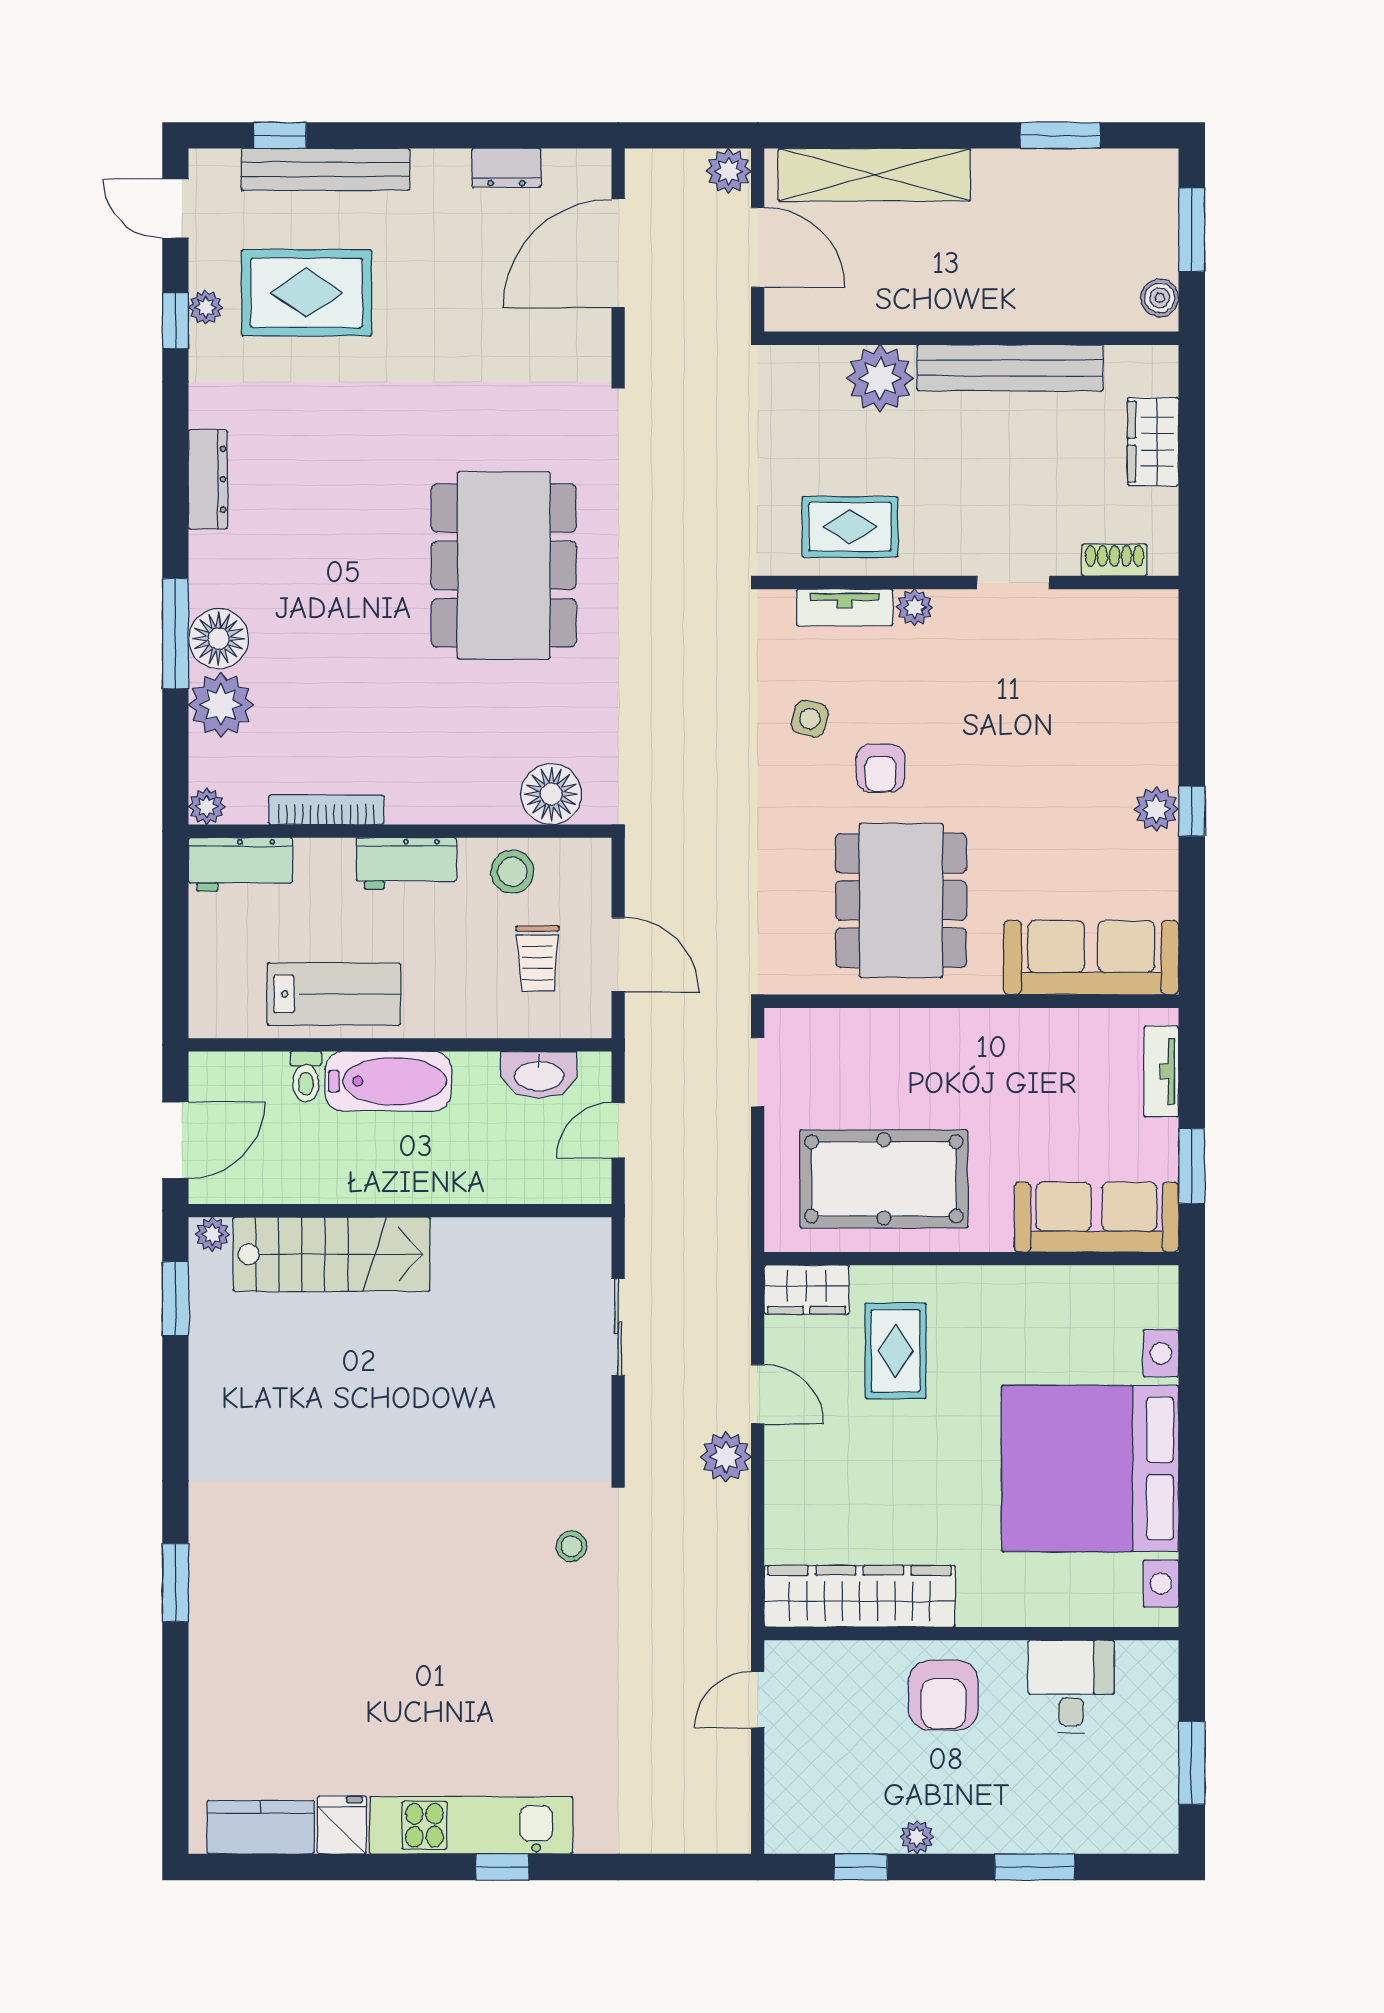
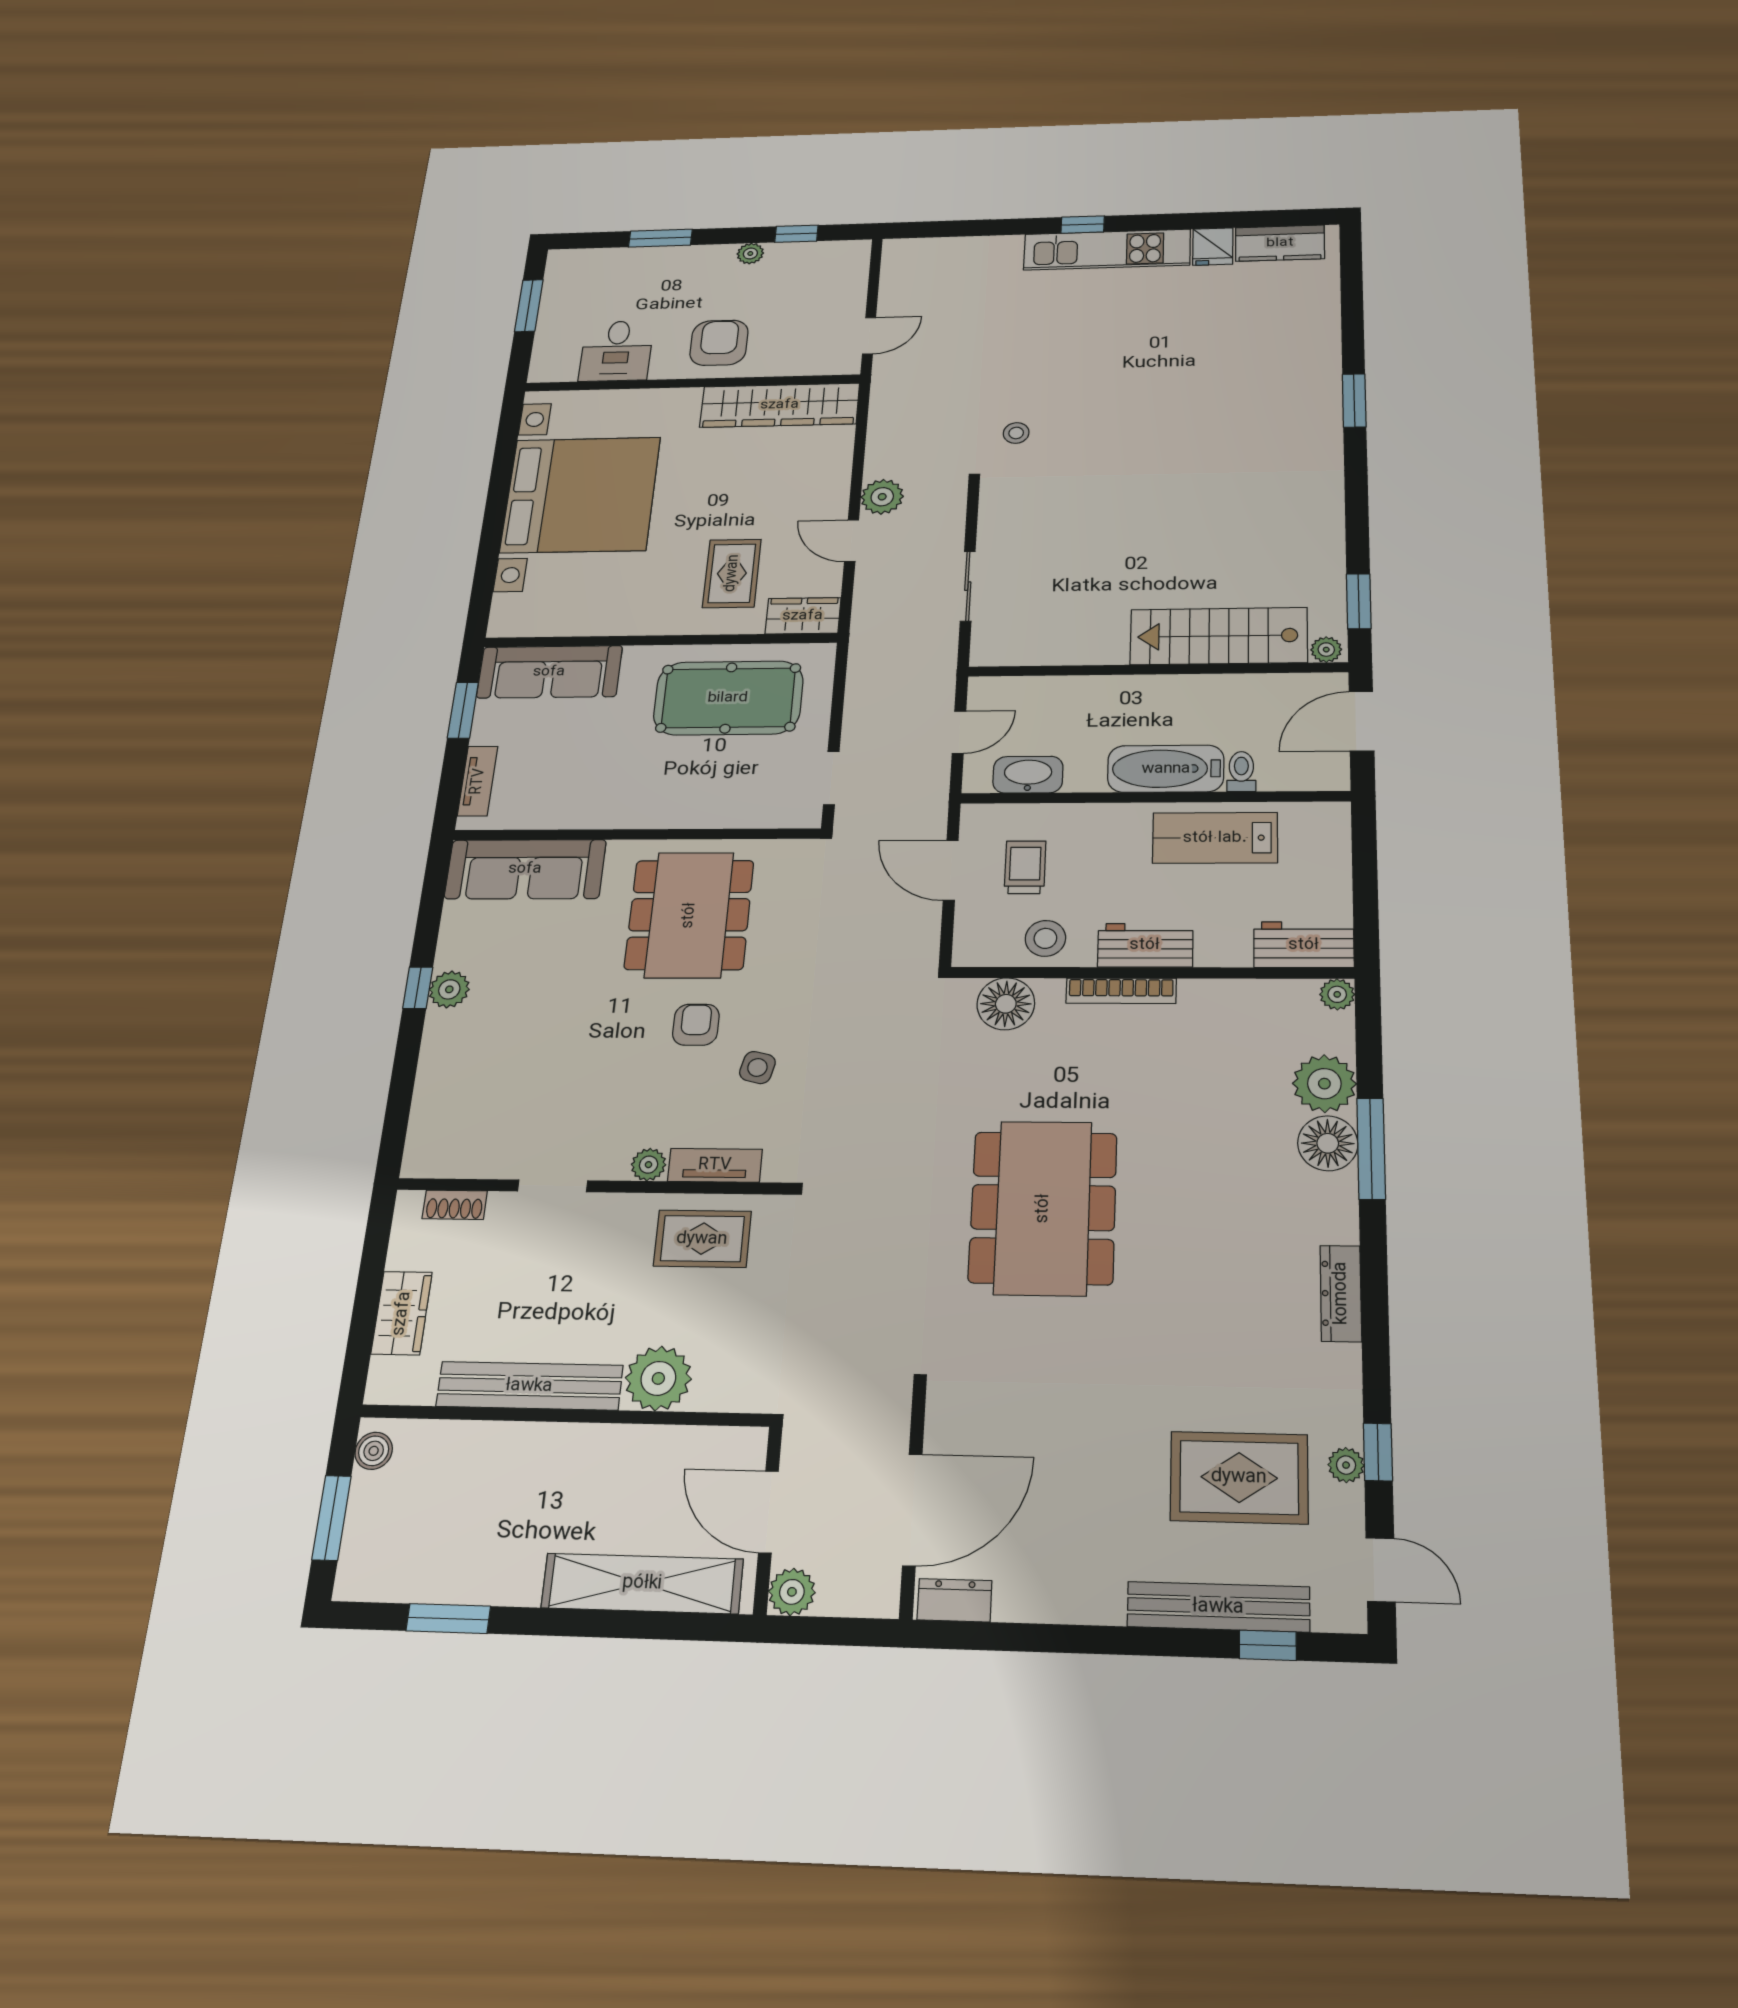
dresser: (506, 168) -> (954, 1600), moved
bookcase: (326, 810) -> (1121, 991), moved

